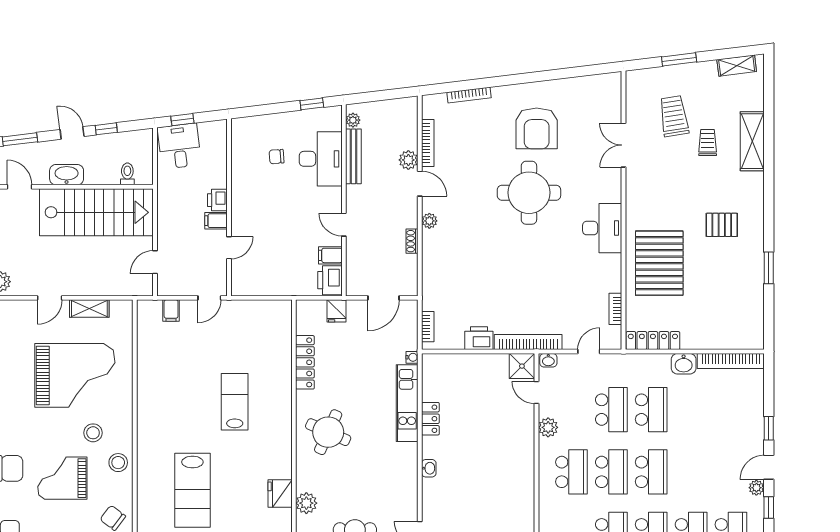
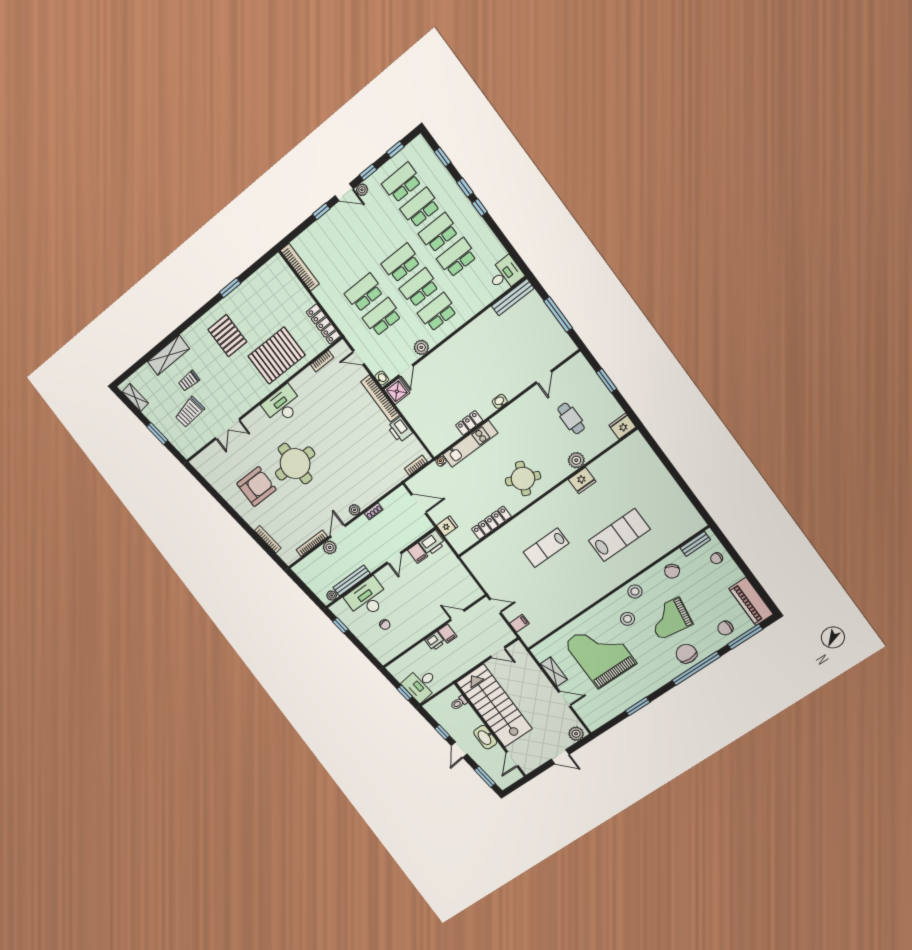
pallet: (722, 225) -> (227, 336), width x1.50, depth x1.42
washbasin: (684, 364) -> (323, 295), removed
grand piano: (62, 478) -> (669, 618), turned 99

